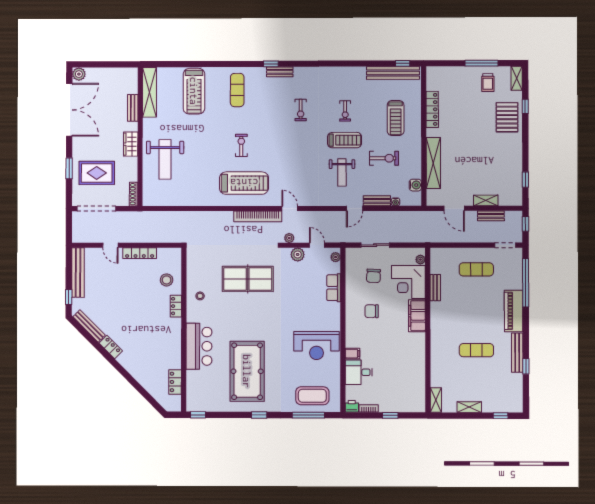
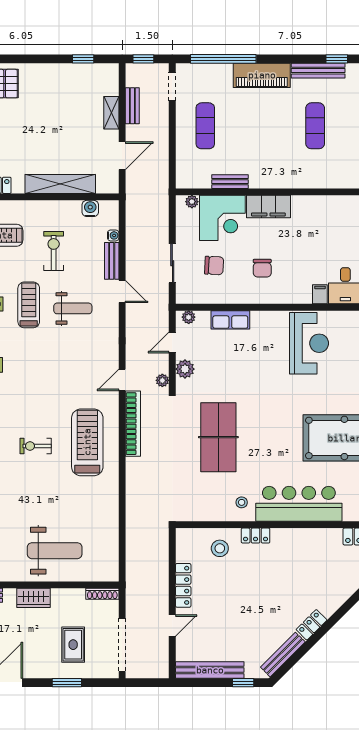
rug: (97, 173) -> (73, 645), width x0.73, depth x0.70
bar counter: (199, 346) -> (299, 504), width x1.36

